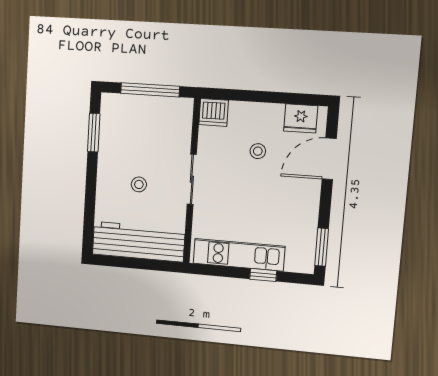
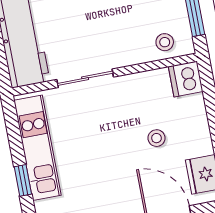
sliding door: (192, 179) -> (85, 78), moved
stool: (139, 184) -> (165, 42), moved

